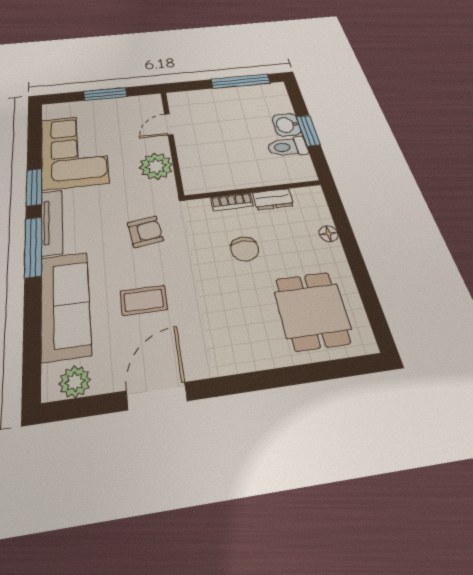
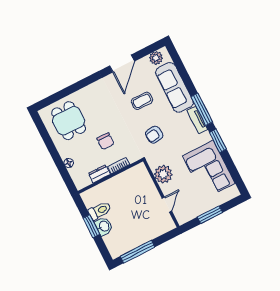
tv unit: (52, 222) -> (197, 120), width x0.71
chair: (245, 249) -> (106, 141), turned 180

